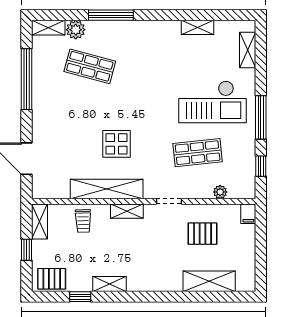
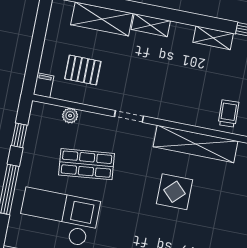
shelving: (127, 211) -> (151, 25), moved
pallet: (203, 234) -> (83, 70), moved

